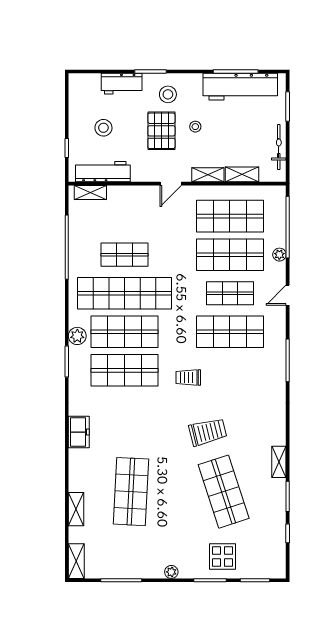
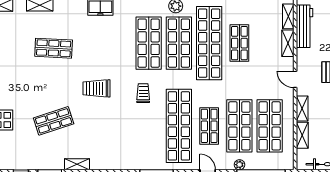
shelving: (125, 193) -> (288, 43), added
shop shelf: (230, 332) -> (179, 126), width x1.40
trolley: (208, 432) -> (97, 88), moved, turned 104
shop shelf: (131, 492) -> (54, 48), width x0.70, depth x0.74
shop shelf: (224, 492) -> (54, 121), width x0.70, depth x0.74

